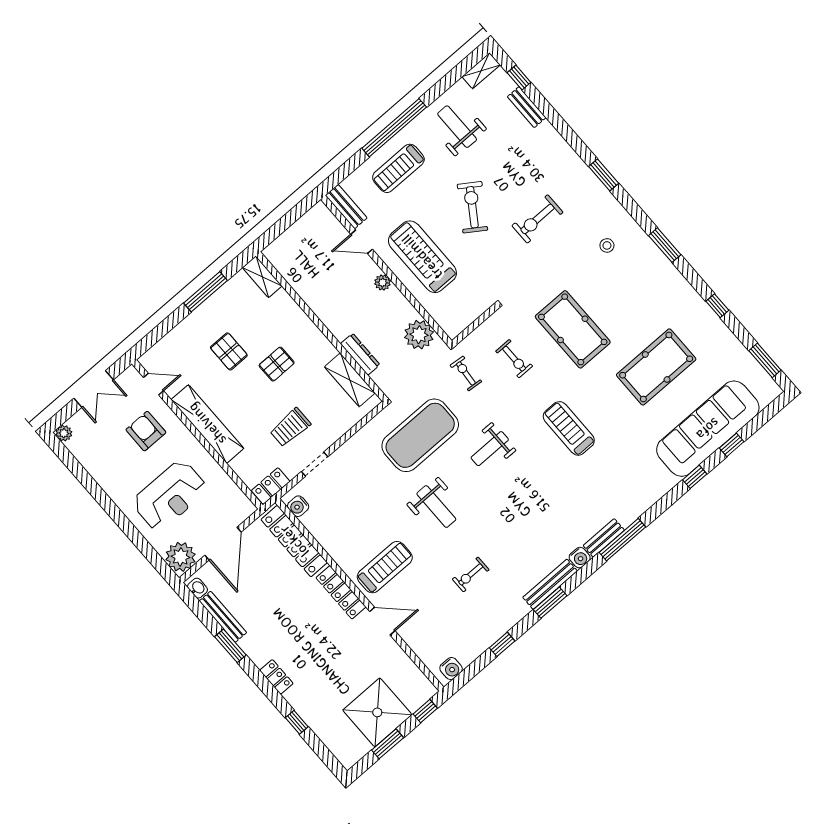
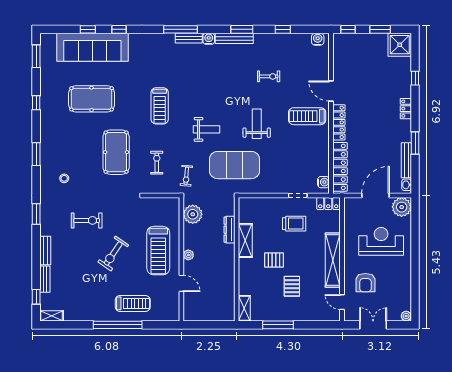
weight bench: (457, 127) -> (87, 299), removed
bench: (346, 207) -> (45, 251), moved
shelving: (350, 380) -> (245, 241), moved
shower: (377, 712) -> (400, 45), moved, width x0.73, depth x0.73

